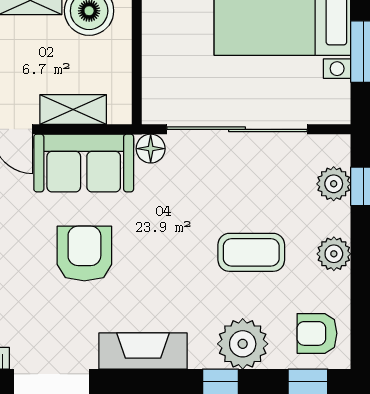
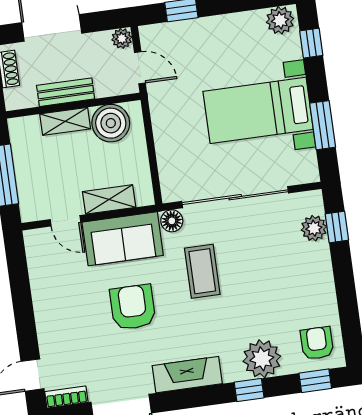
coffee table: (251, 252) -> (202, 271), moved, turned 90
plant: (334, 254) -> (321, 281), removed
armchair: (317, 333) -> (317, 343), turned 90

